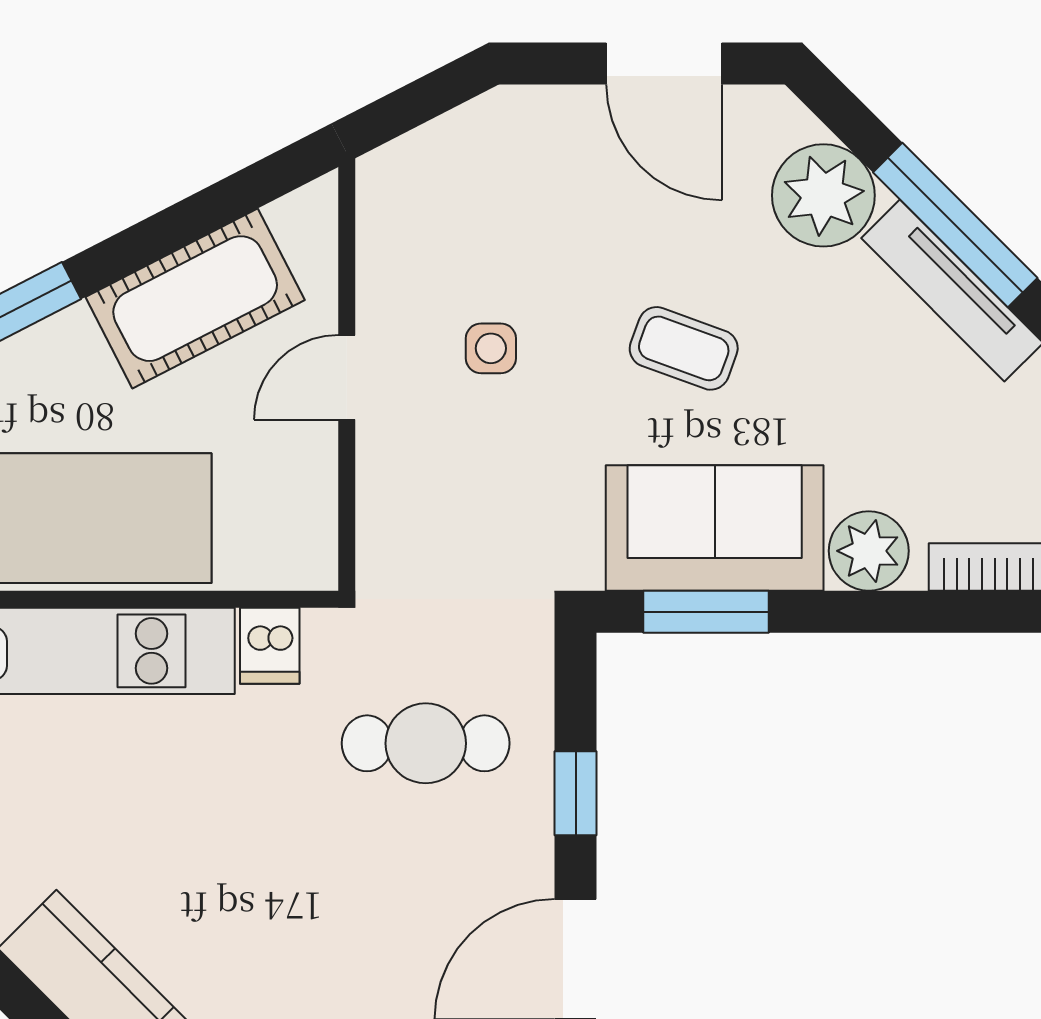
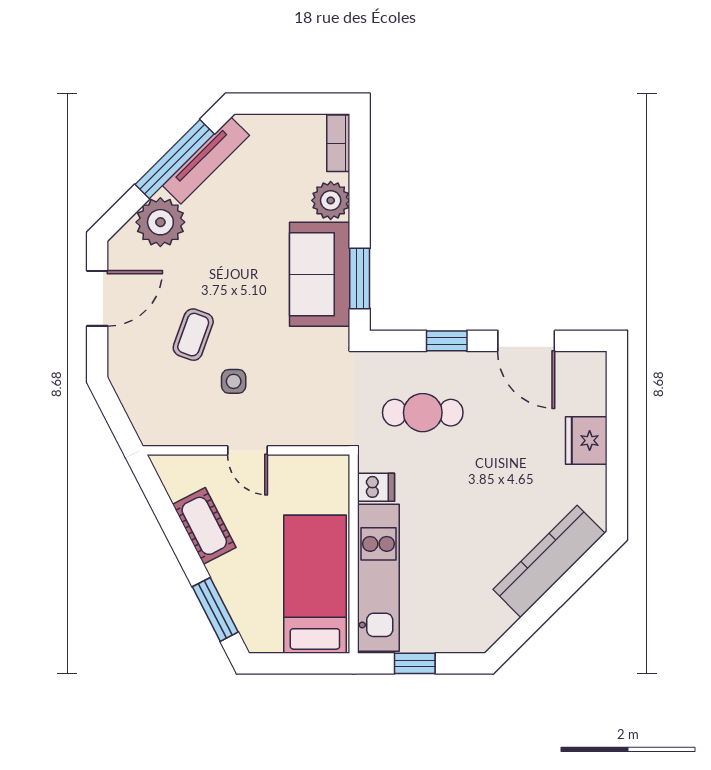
cot: (195, 299) -> (204, 526), width x0.73, depth x0.75
coffee table: (684, 348) -> (193, 335), moved
cafe table: (426, 743) -> (423, 413), turned 90

